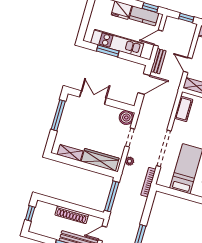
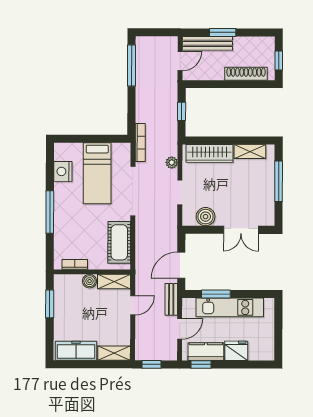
window: (108, 51) -> (216, 294), moved
door: (188, 65) -> (133, 305), hinge flipped
cot: (184, 109) -> (119, 242), width x1.37, depth x1.34
window: (58, 115) -> (279, 181), moved
boiler: (126, 117) -> (206, 217), moved
window: (112, 196) -> (182, 111), width x0.46
shoe rack: (72, 215) -> (246, 74), moved

